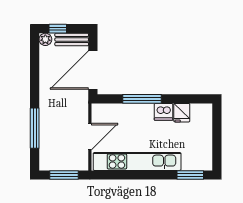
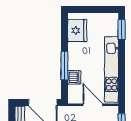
dishwasher: (164, 112) -> (74, 77), moved
fridge: (182, 113) -> (77, 31), width x1.88, depth x1.34

